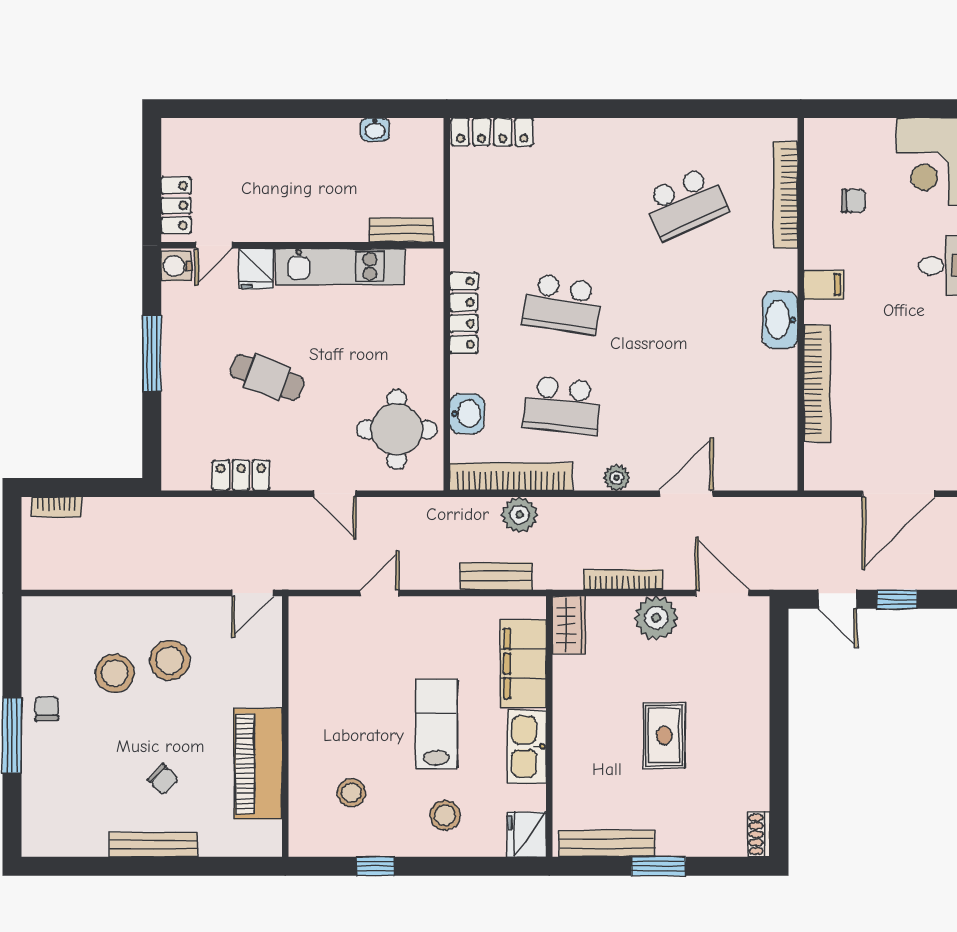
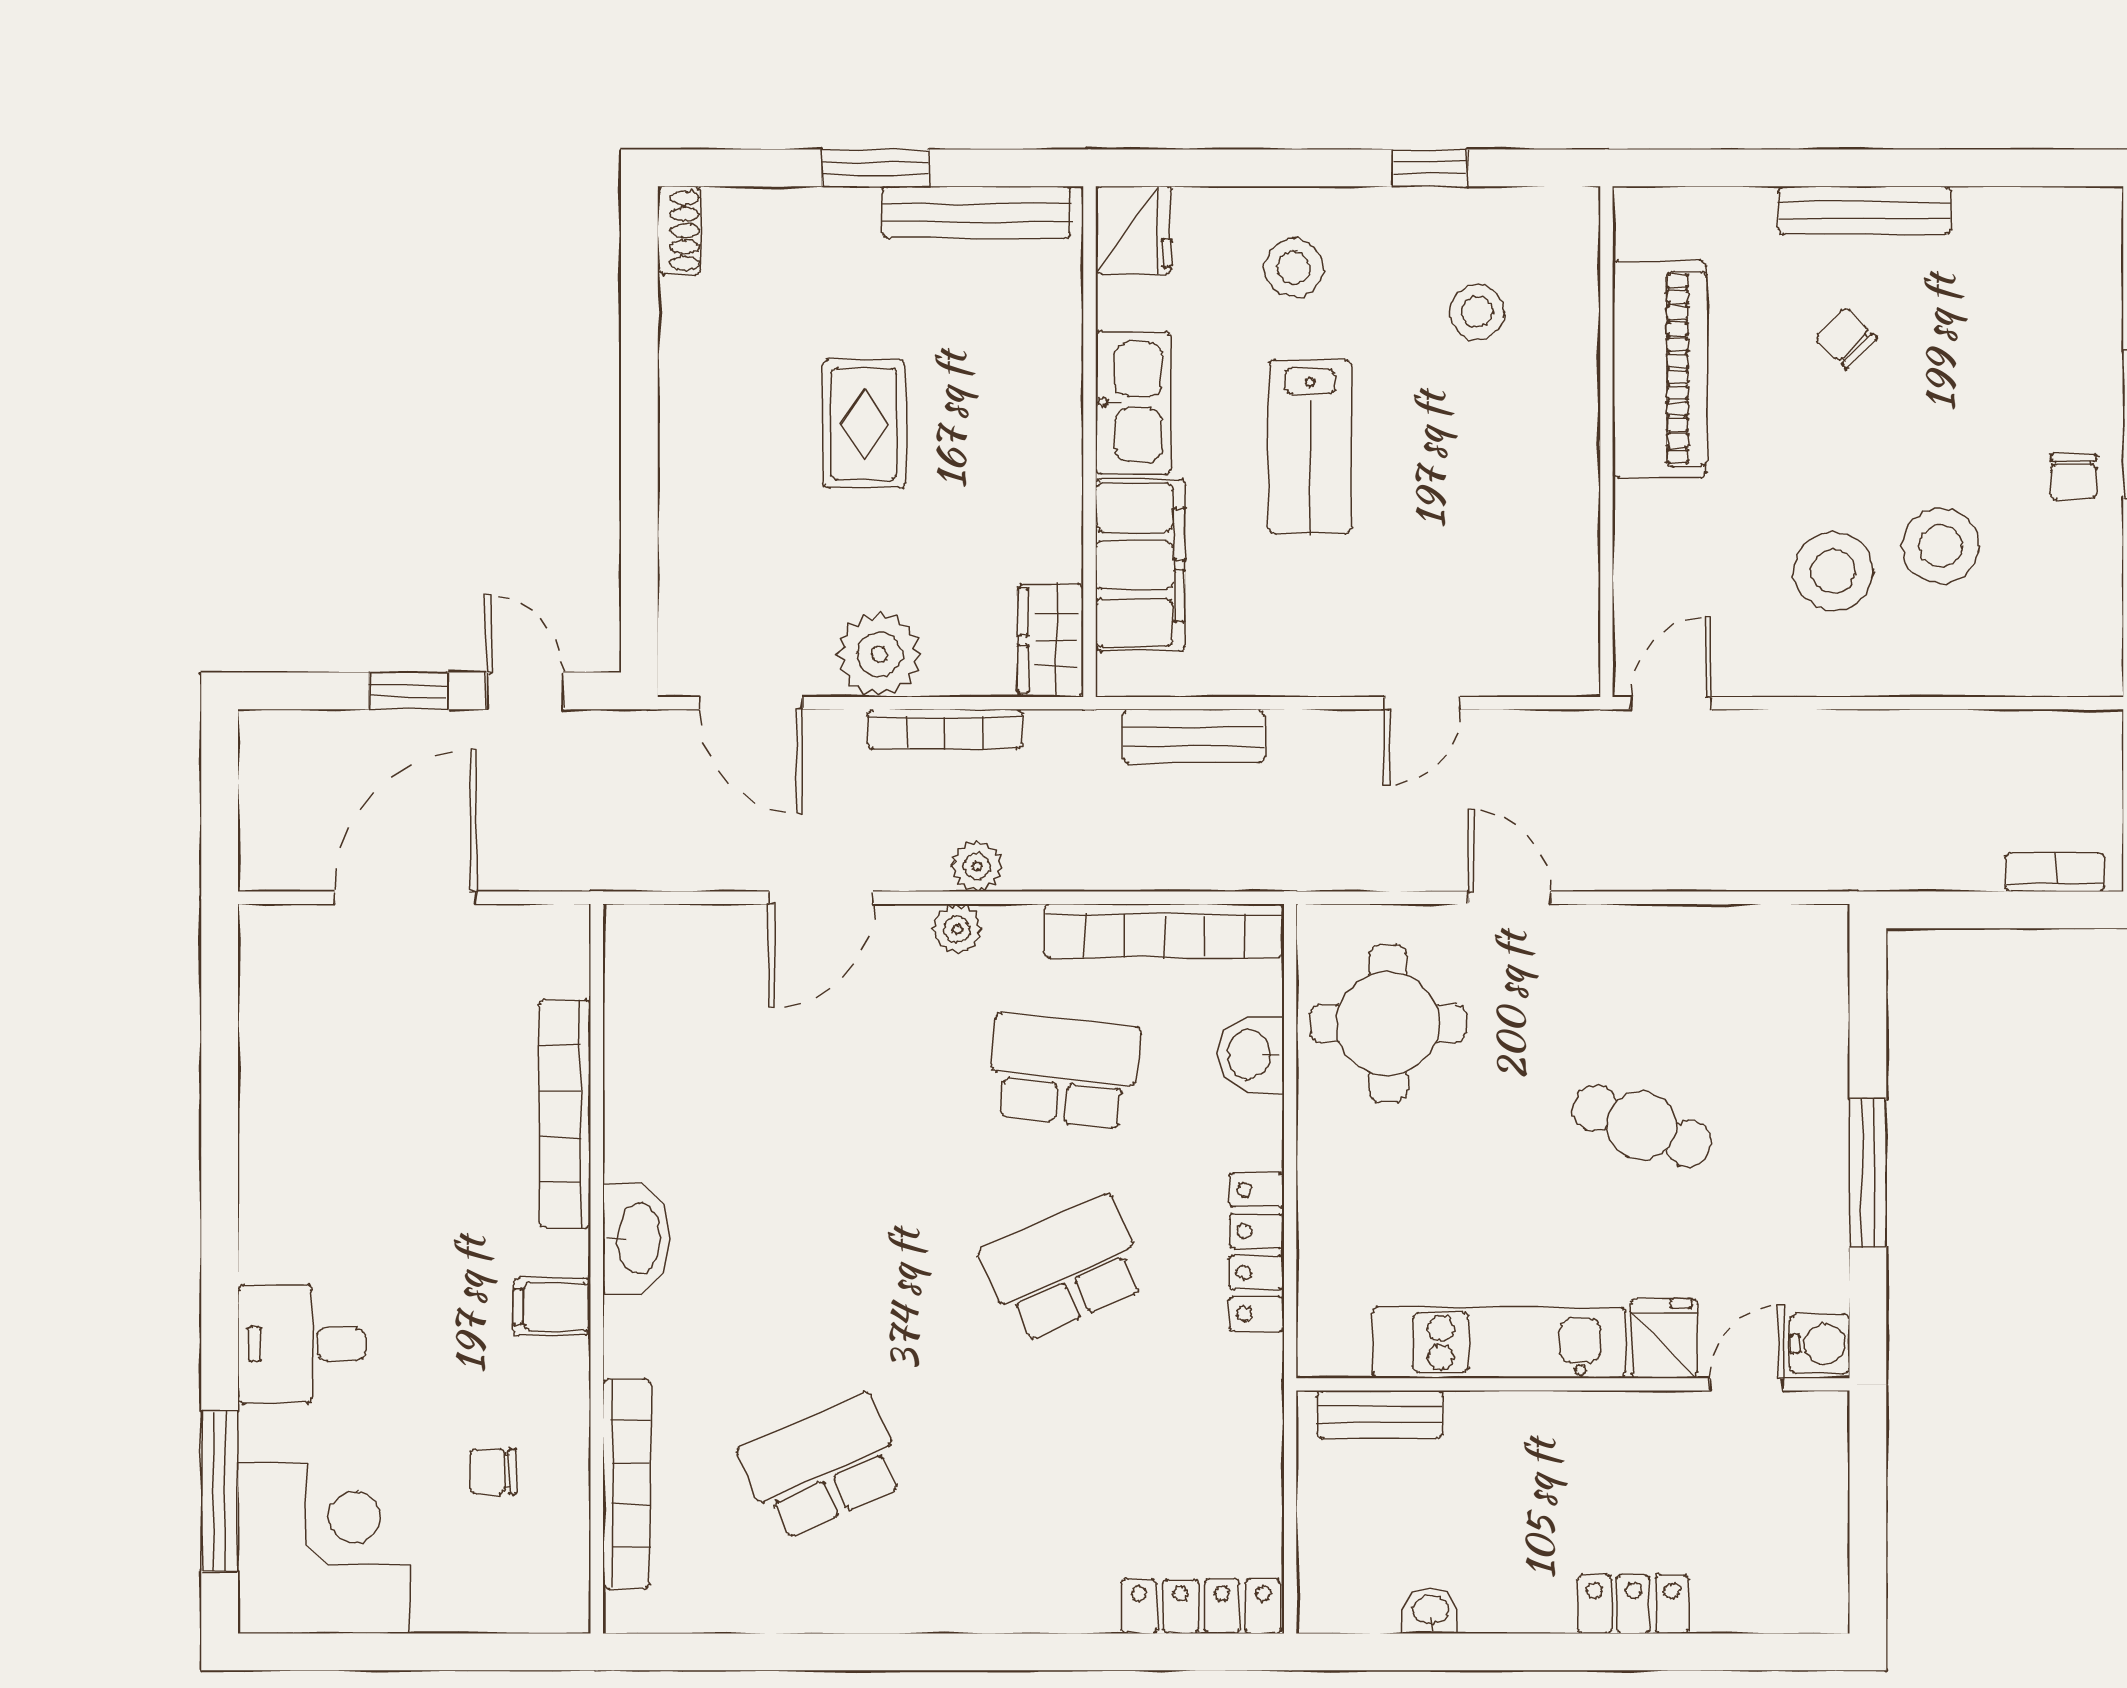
locker: (176, 205) -> (1633, 1604), moved, turned 90
school desk: (562, 304) -> (1064, 1269), turned -33
locker: (241, 475) -> (1693, 934), removed
plant: (520, 515) -> (977, 866), moved, width x0.73, depth x0.73

